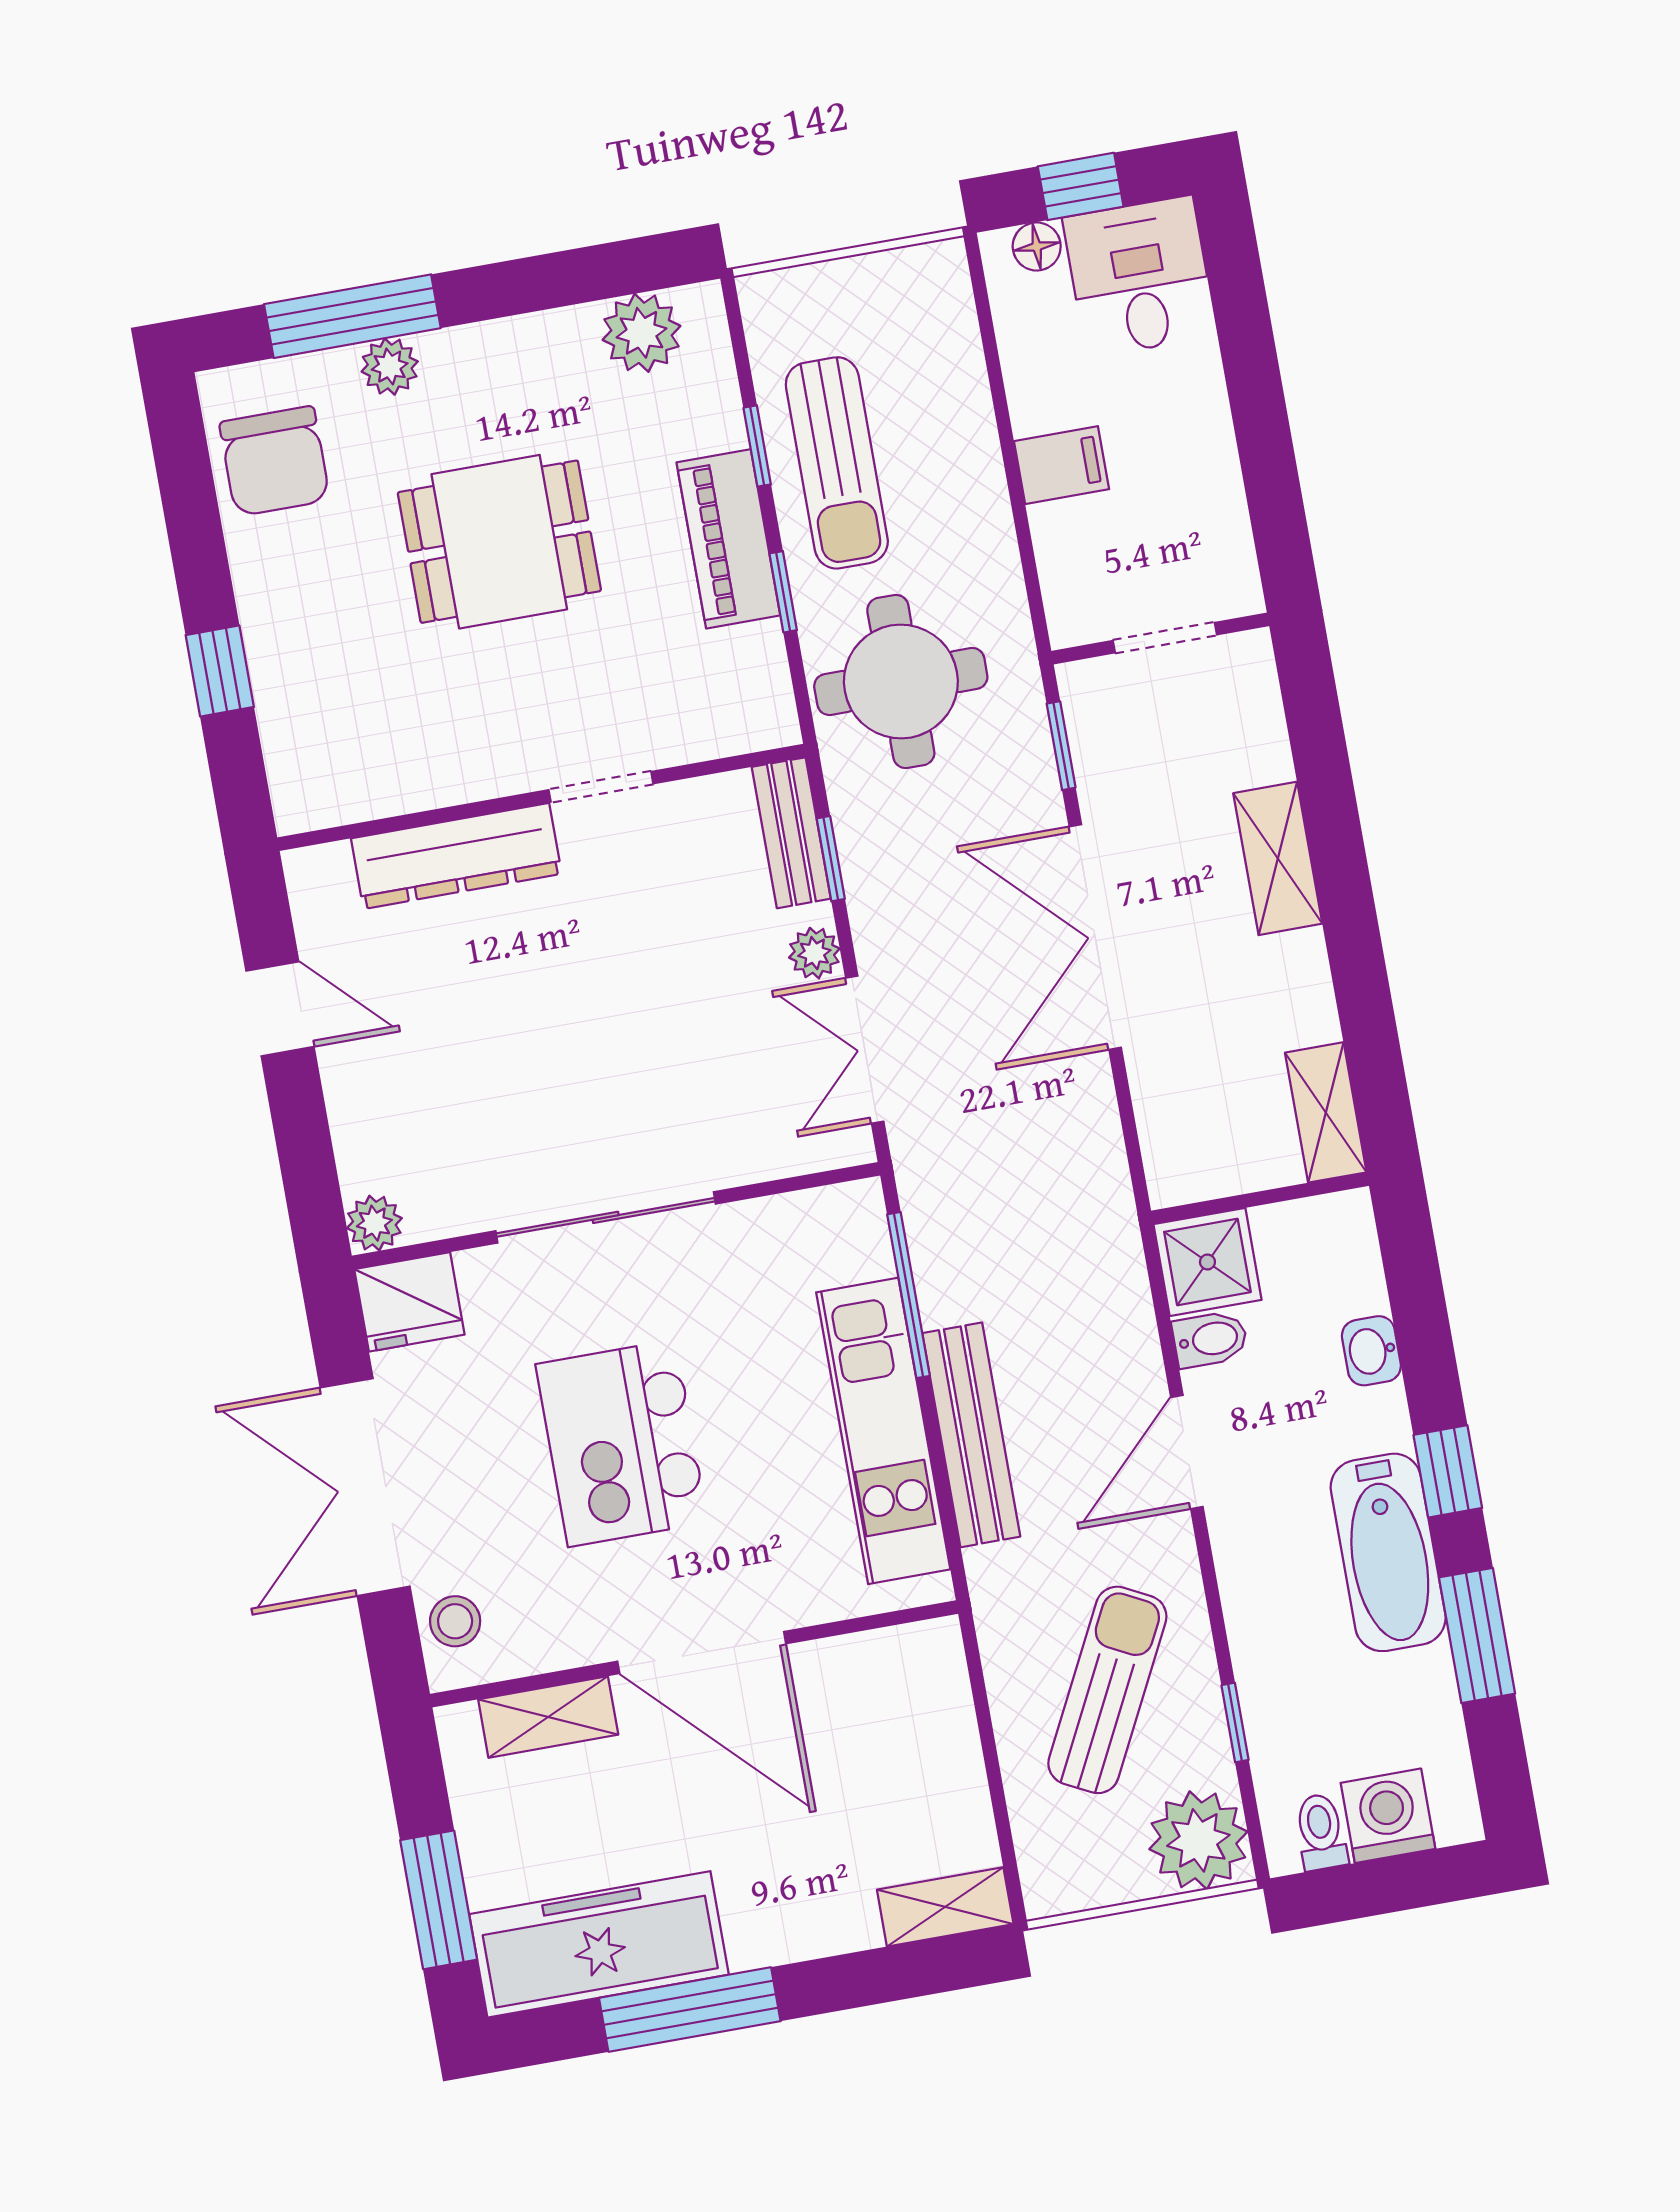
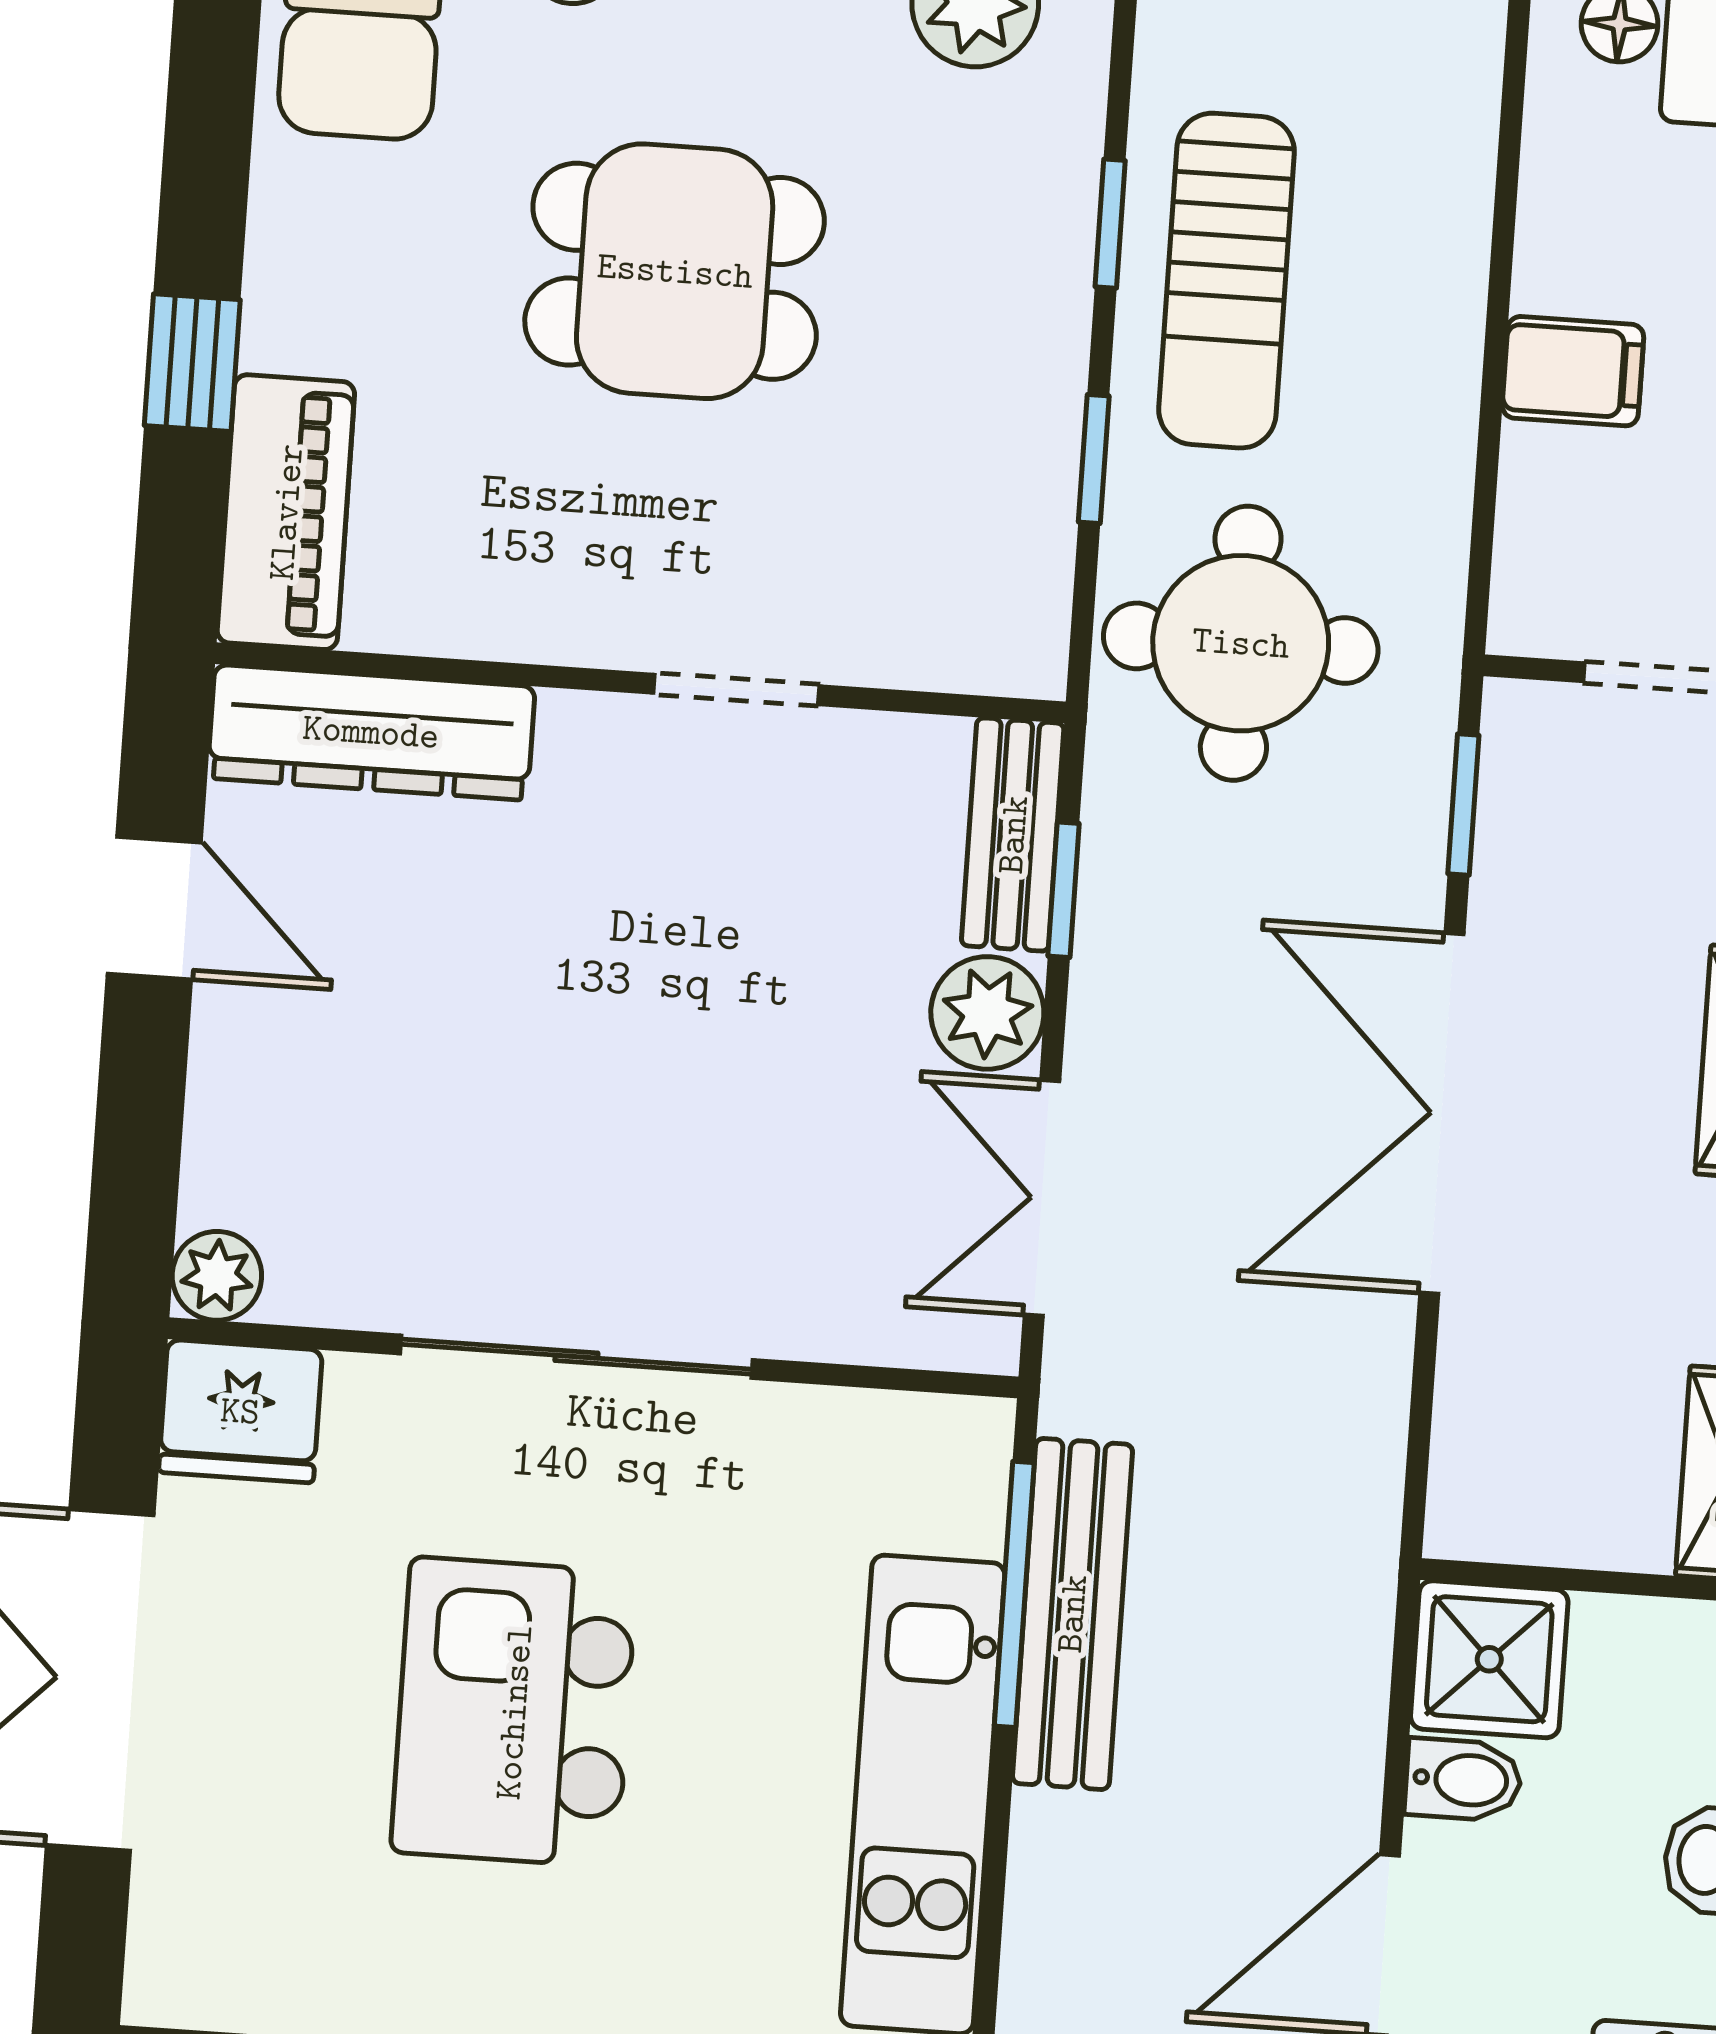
piano: (728, 539) -> (286, 512), moved, turned 180
dresser: (456, 856) -> (371, 732), moved
plant: (814, 953) -> (987, 1013), width x1.38, depth x1.38
bench: (971, 1435) -> (1072, 1614), moved
stool: (455, 1621) -> (187, 1922), removed

